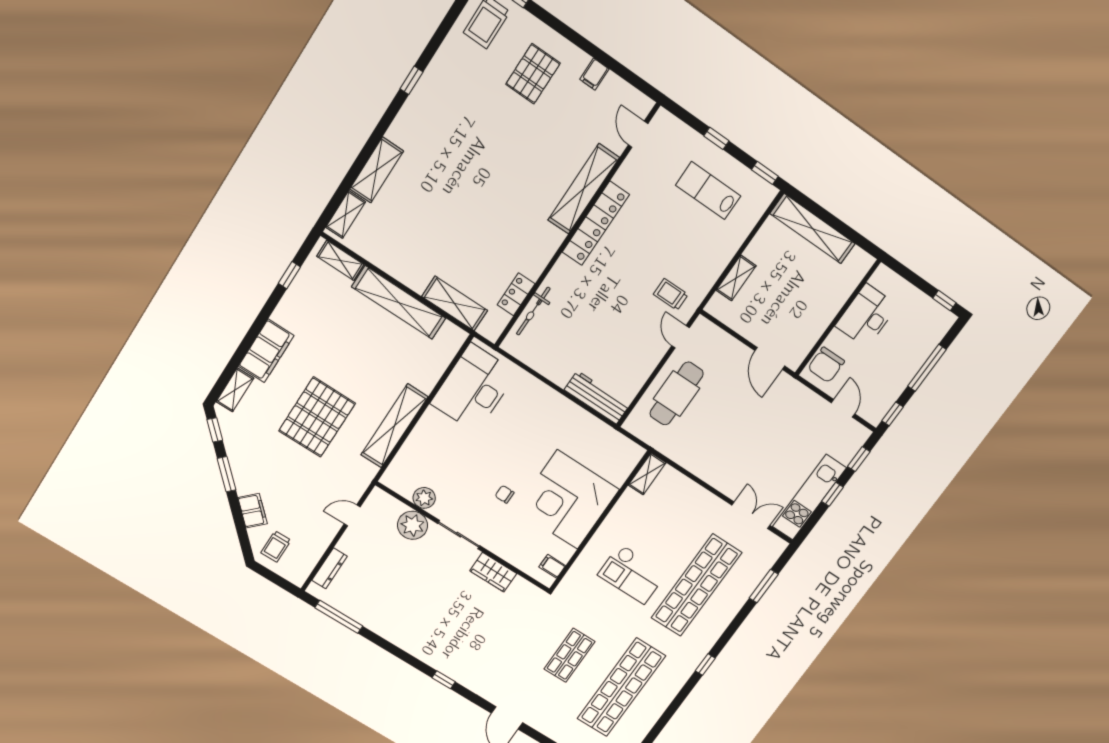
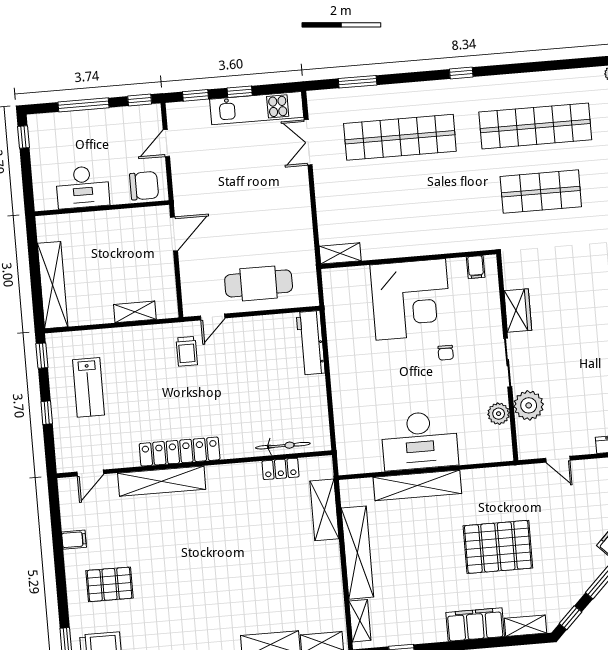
desk: (474, 388) -> (420, 441), moved
shelving: (394, 426) -> (417, 485), moved
checkout: (632, 574) -> (432, 197), removed
shop shelf: (569, 655) -> (541, 192), width x1.43, depth x1.36

